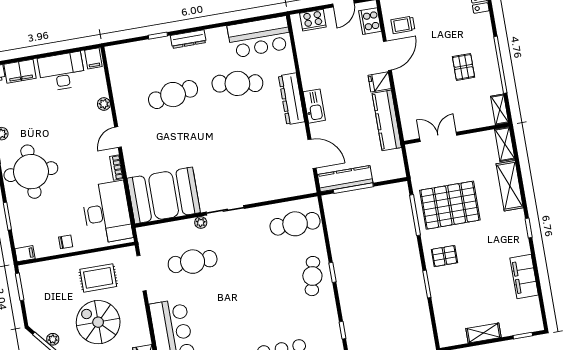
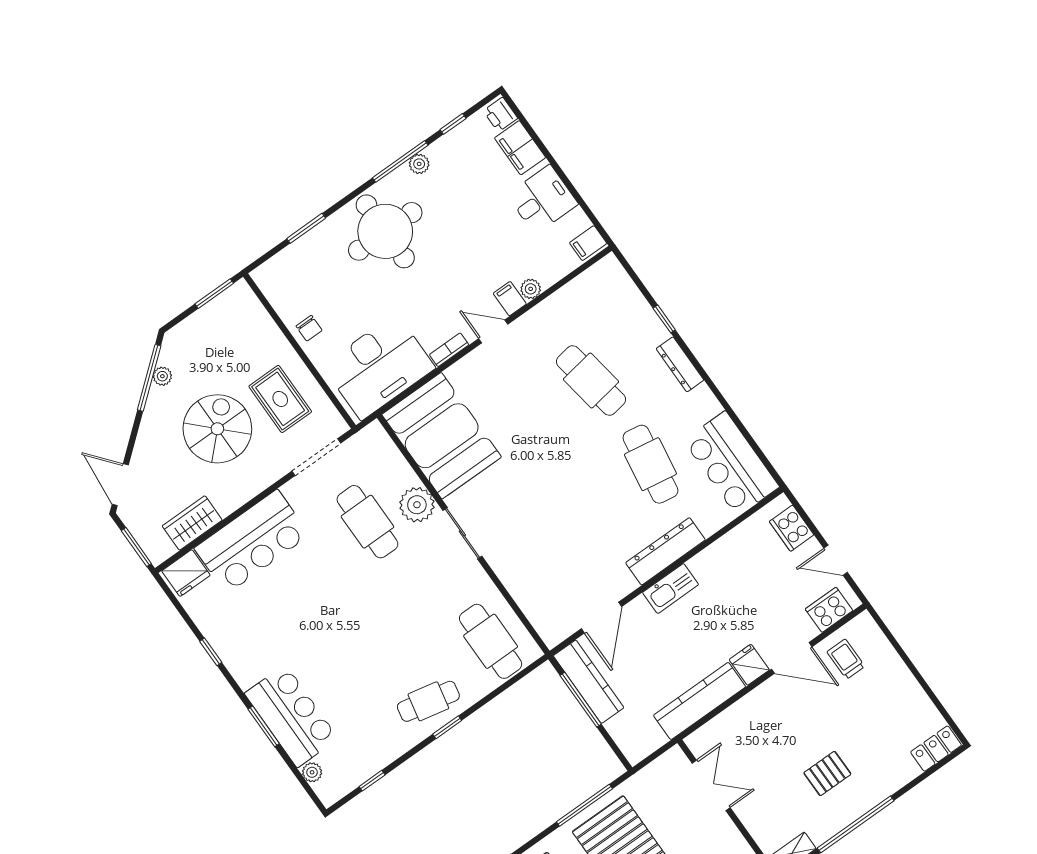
desk: (62, 72) -> (542, 199), width x0.73
plant: (201, 223) -> (417, 505), width x1.87, depth x1.87
filing cabinet: (25, 254) -> (510, 299), moved, turned 180

